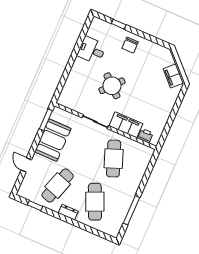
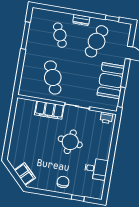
filing cabinet: (173, 76) -> (25, 174), moved
round table: (112, 86) -> (70, 142), turned -33
printer: (145, 136) -> (106, 118), moved
cafe table: (95, 202) -> (60, 35), width x0.73, depth x0.74

